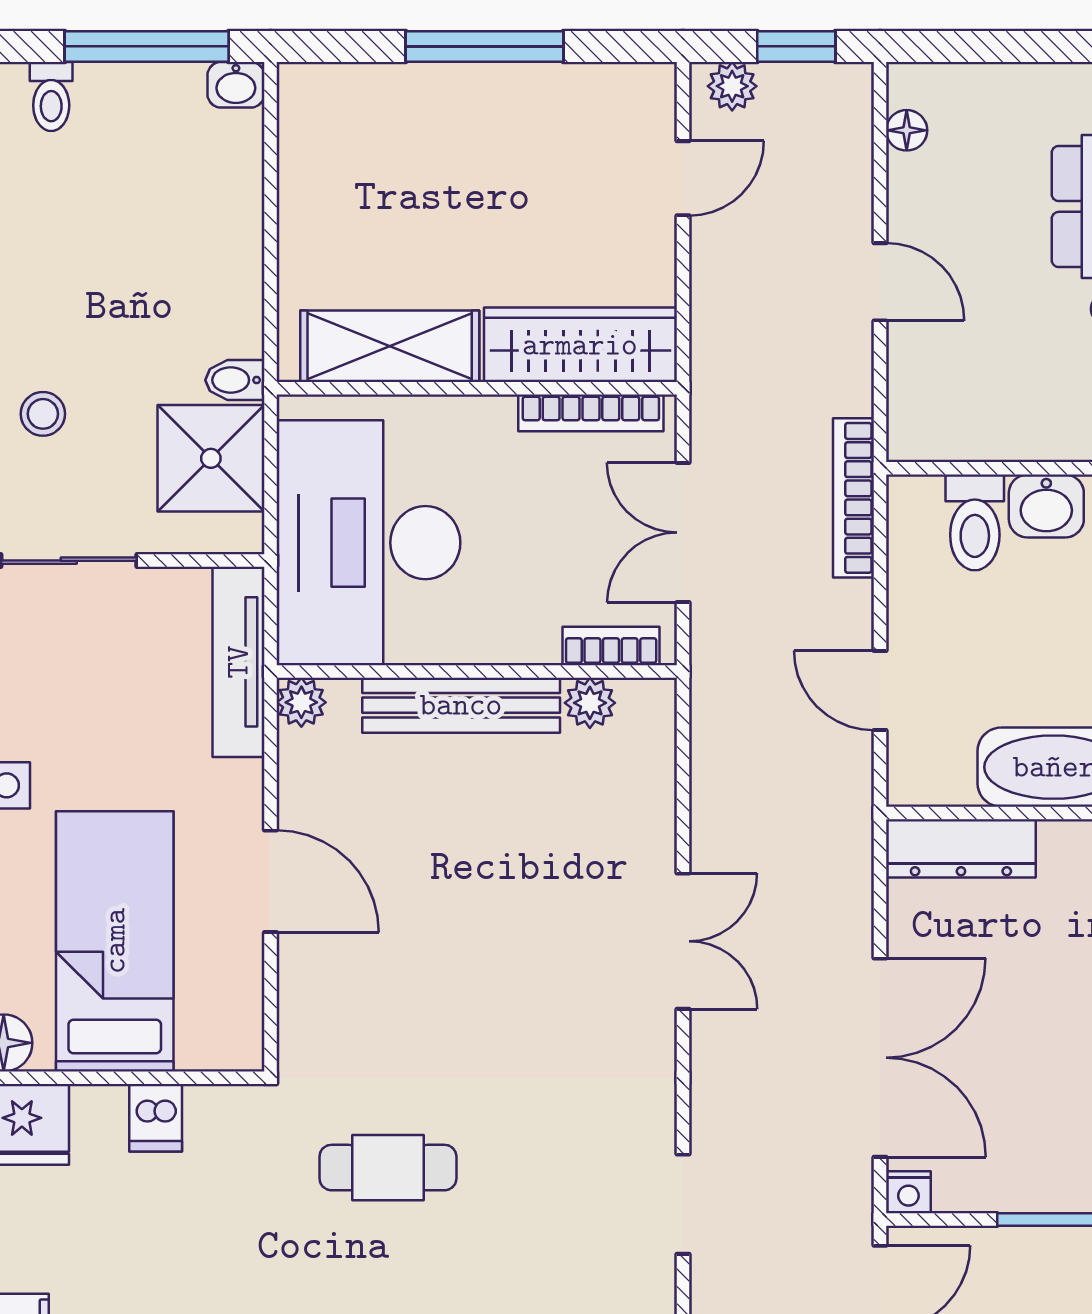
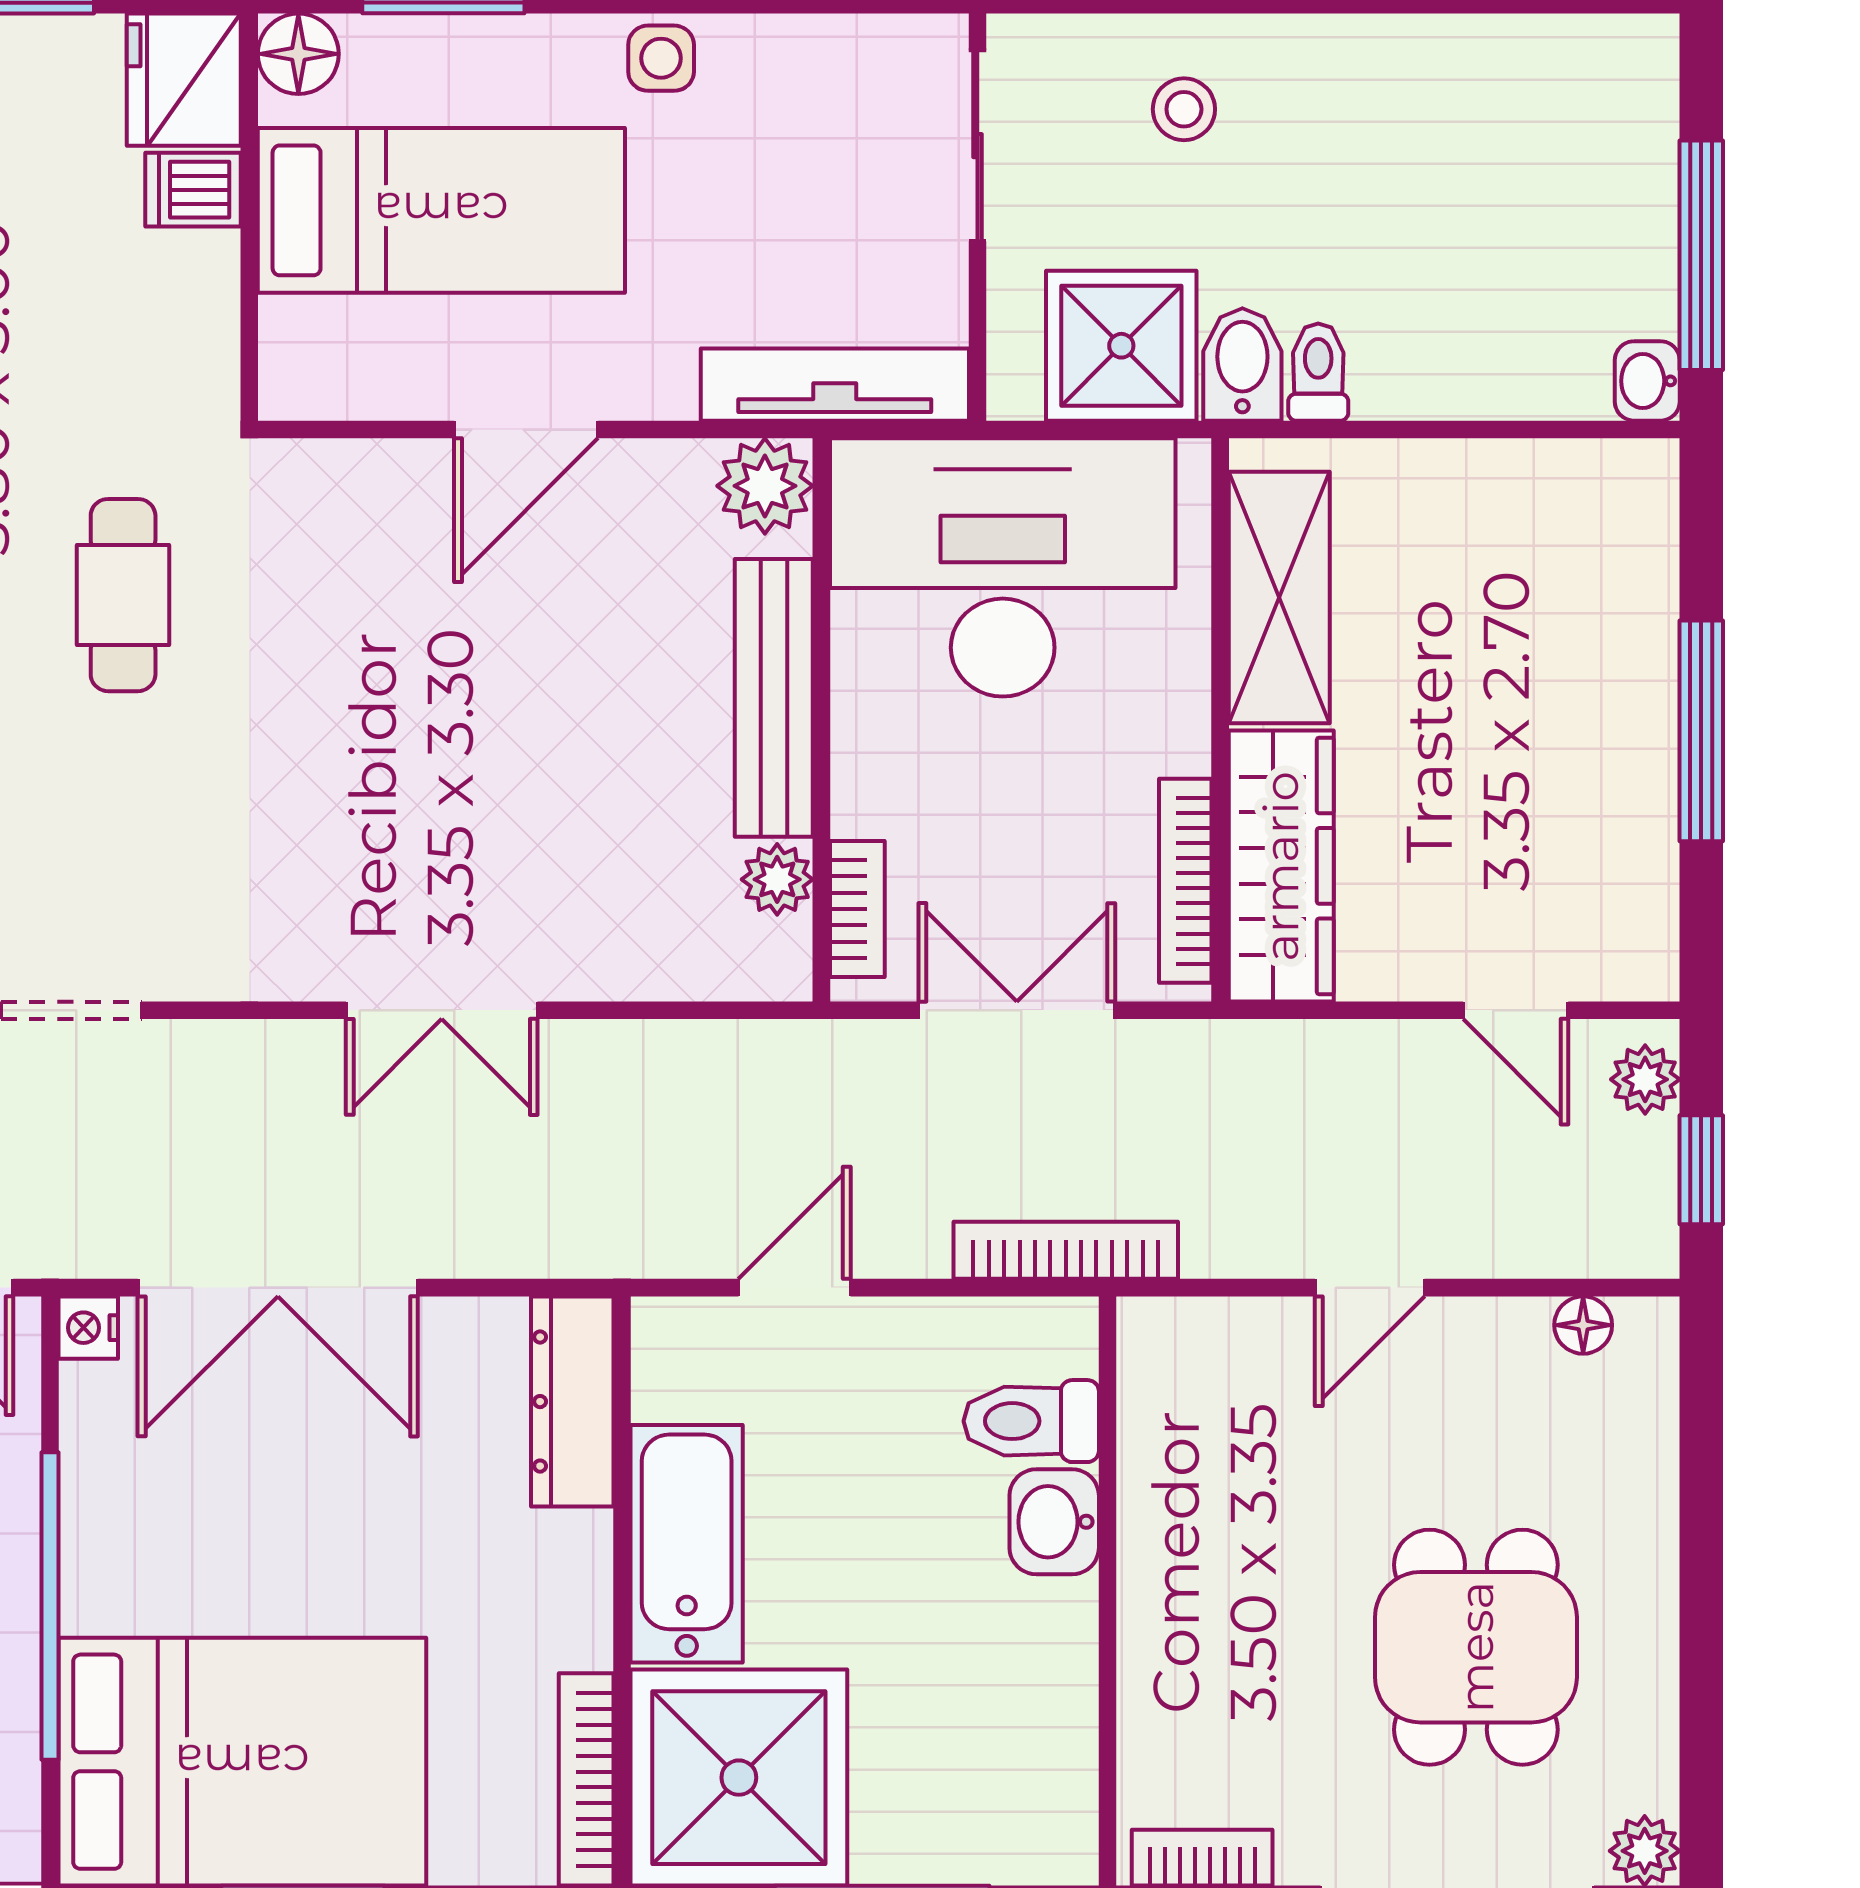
toilet: (51, 96) -> (1318, 372), moved, turned 90
bidet: (235, 380) -> (1242, 364), width x1.38, depth x1.36
plant: (301, 702) -> (765, 486), width x1.38, depth x1.38
dishwasher: (156, 1118) -> (193, 190), moved

